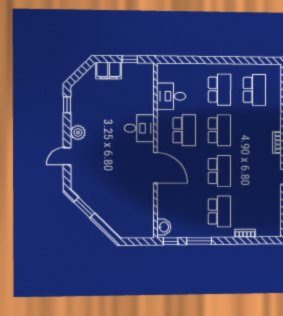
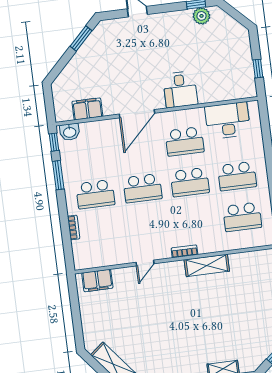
filing cabinet: (109, 71) -> (87, 109), moved, turned 90
desk: (171, 96) -> (228, 121), width x1.37
plant: (78, 132) -> (201, 16), moved

